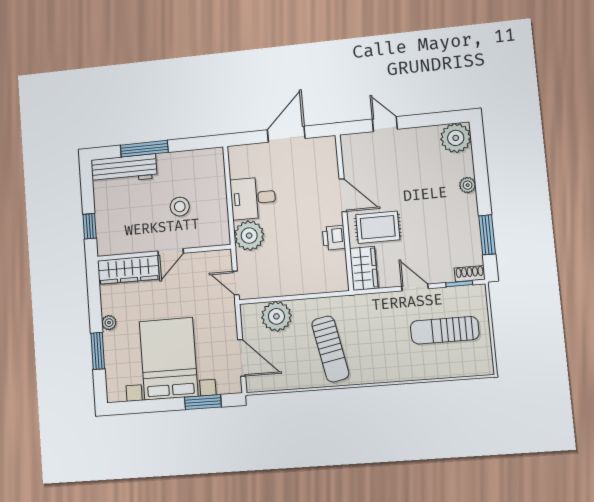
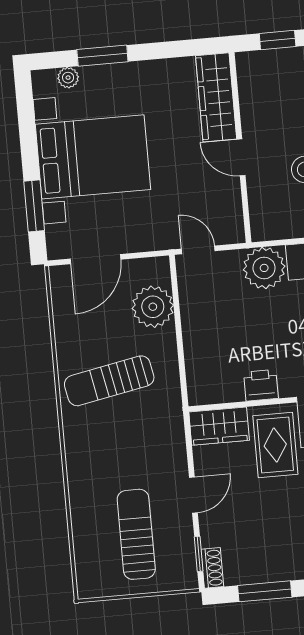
door: (236, 283) -> (198, 250), hinge flipped
plant: (109, 323) -> (68, 78), moved

